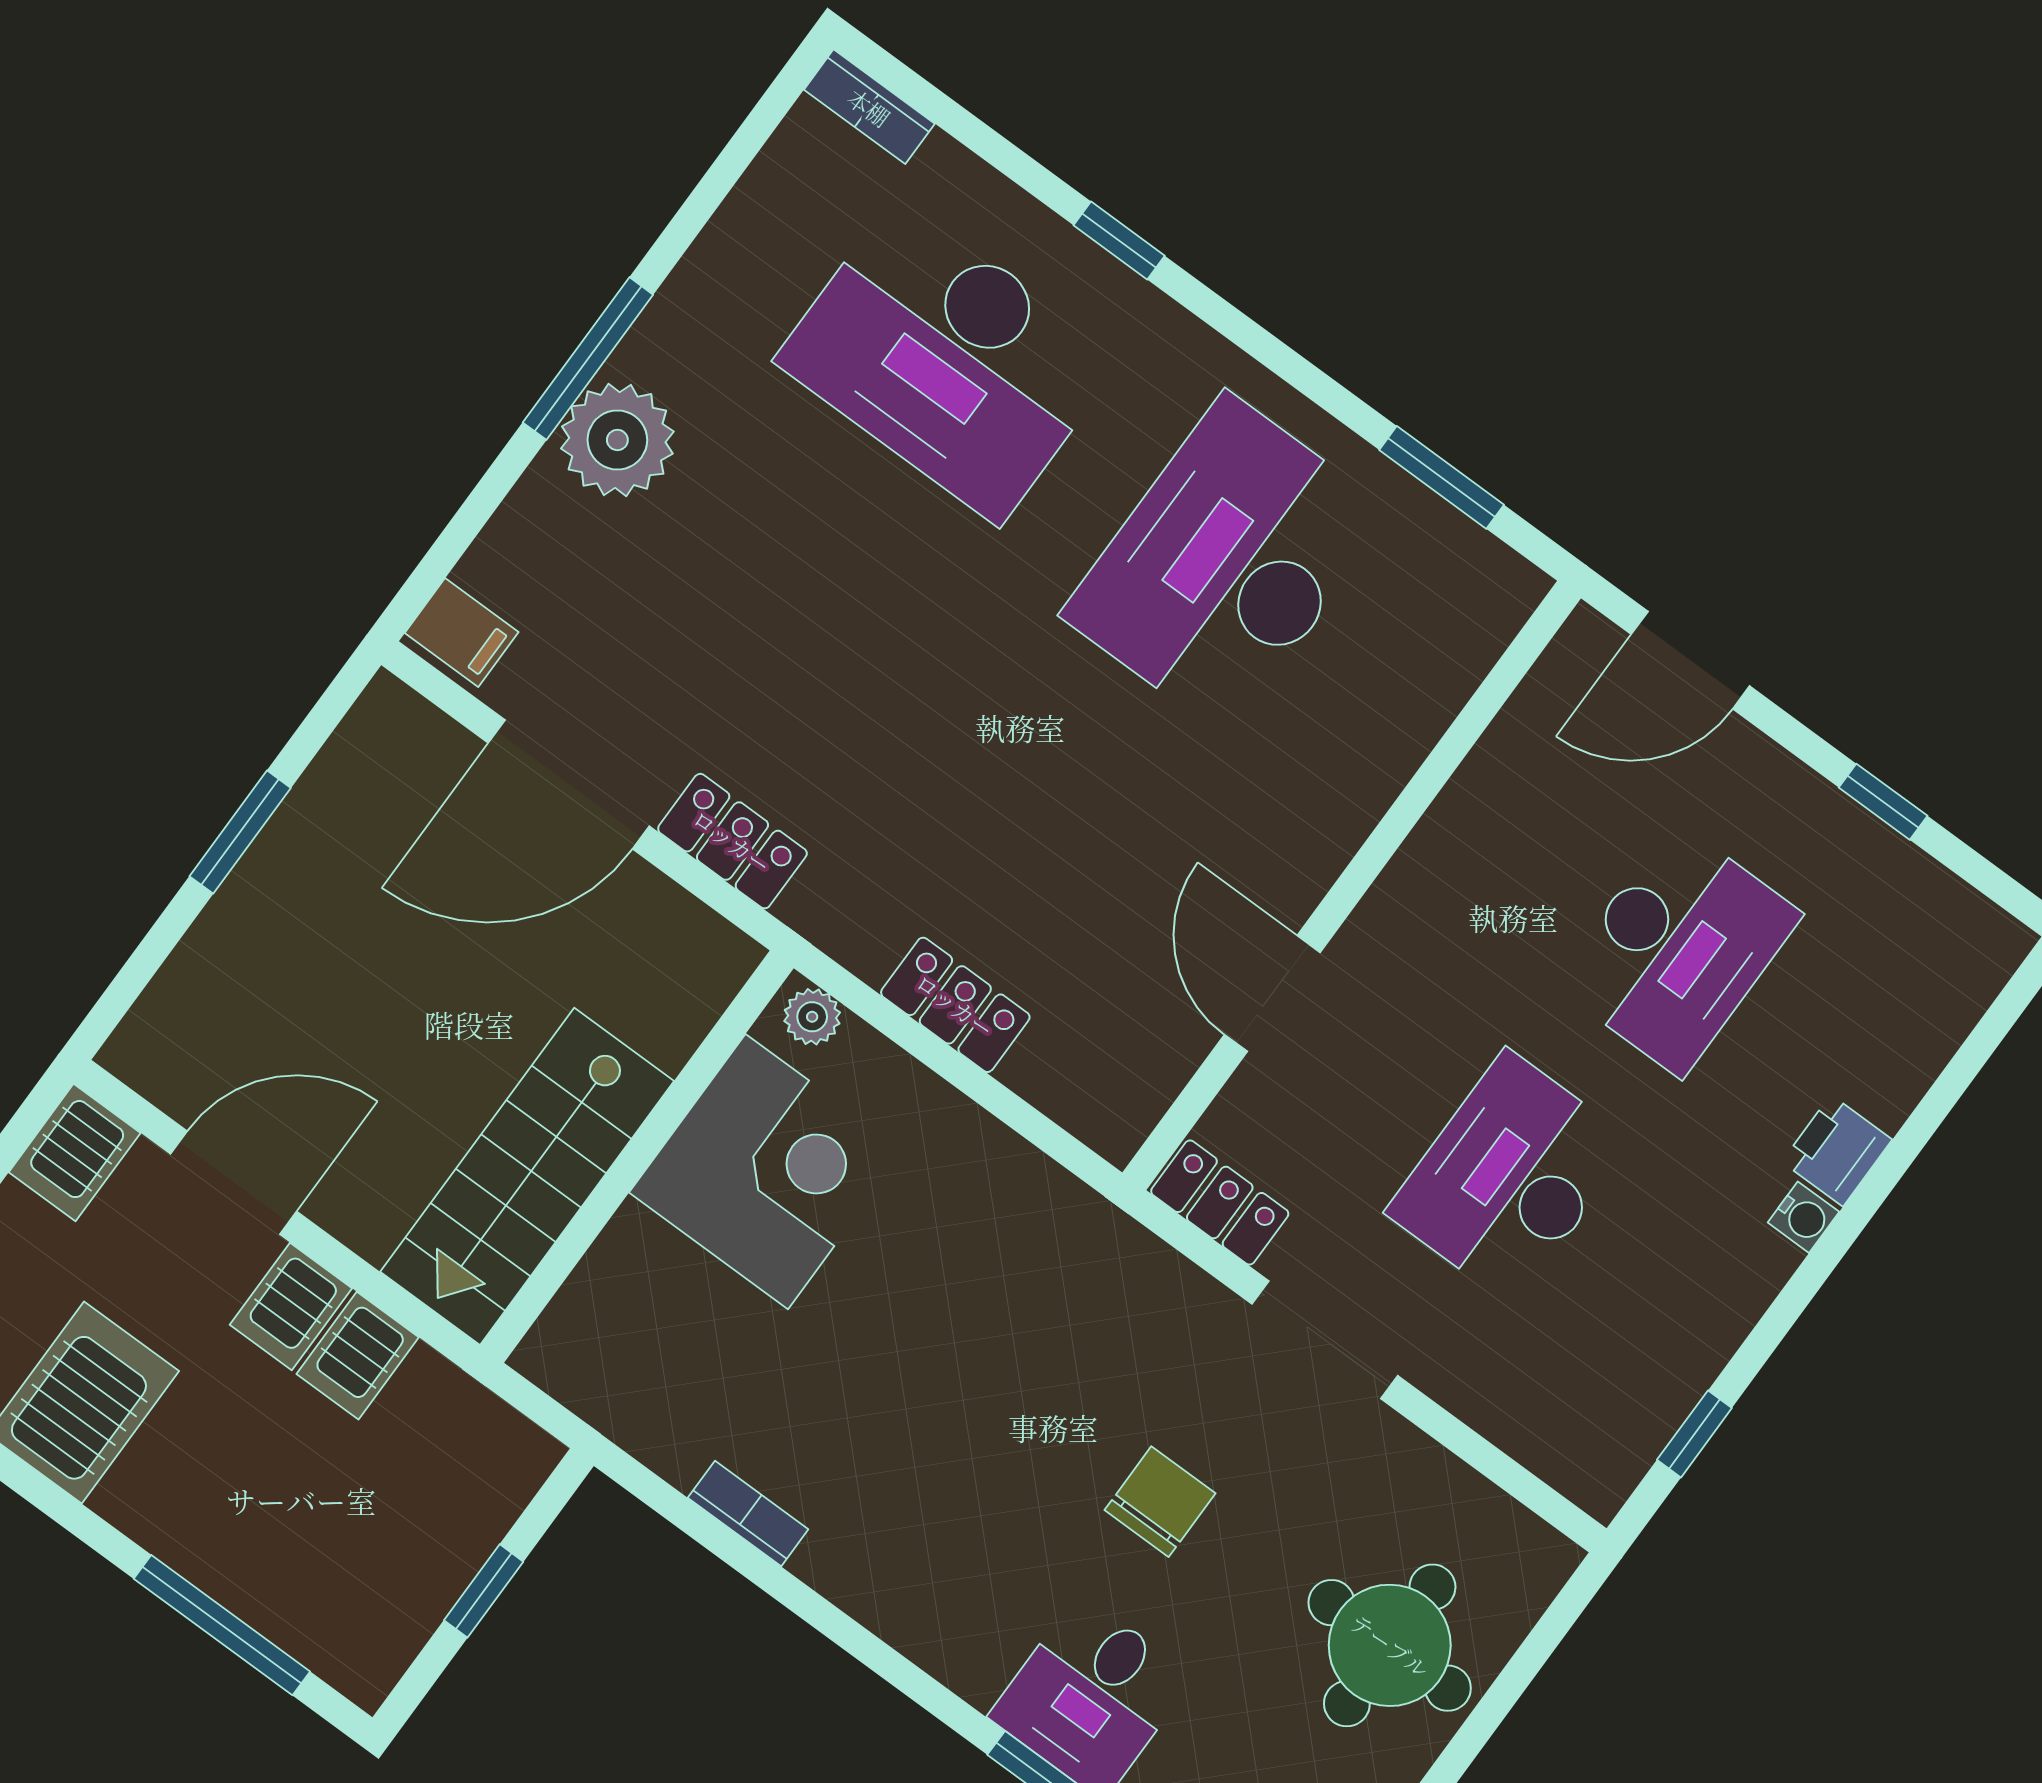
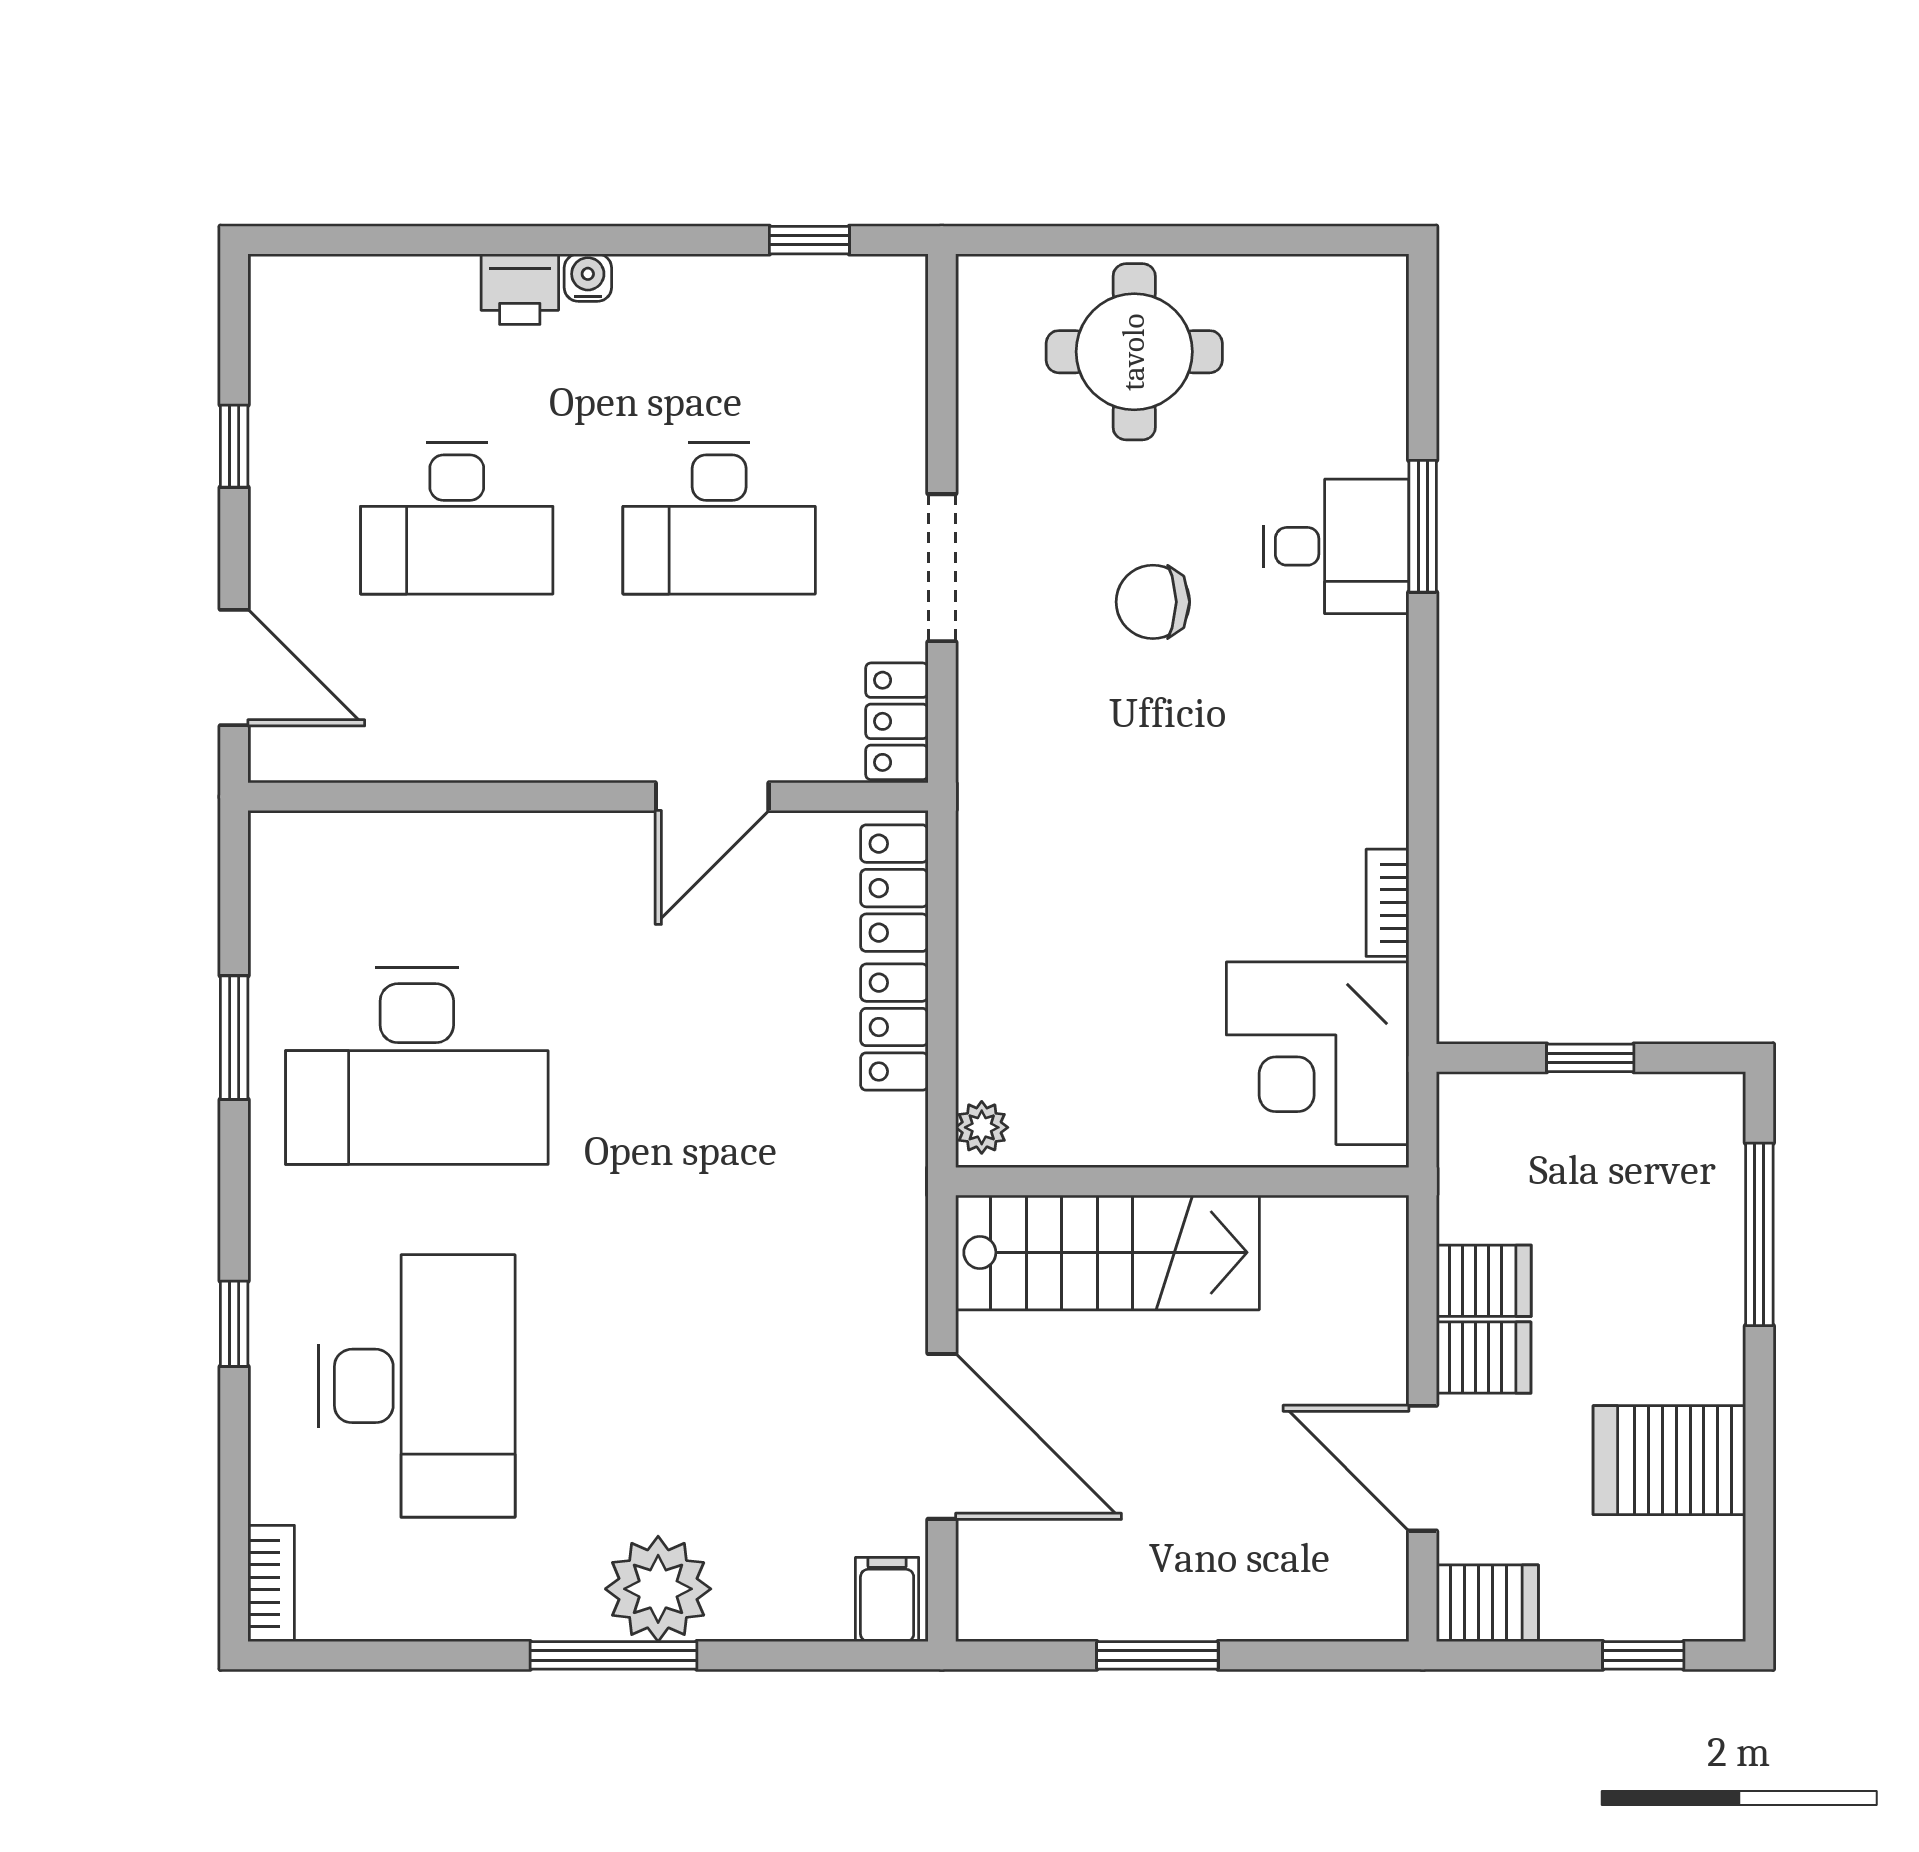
window: (1442, 477) -> (234, 1038), moved
locker: (732, 841) -> (894, 888), moved
desk: (1678, 949) -> (457, 518), turned 180
corner desk: (767, 1172) -> (1318, 1053), moved, turned -90
stairs: (527, 1176) -> (1107, 1252), moved

